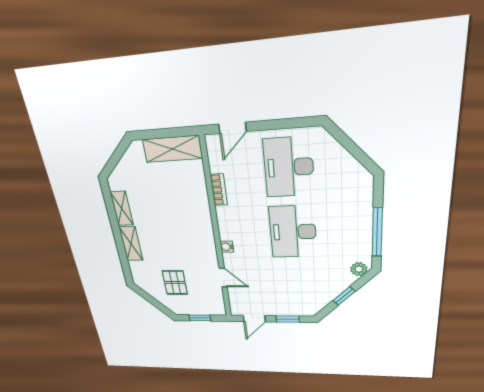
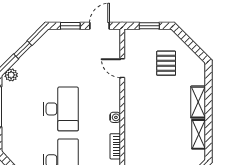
water cooler: (227, 247) -> (115, 117), moved

